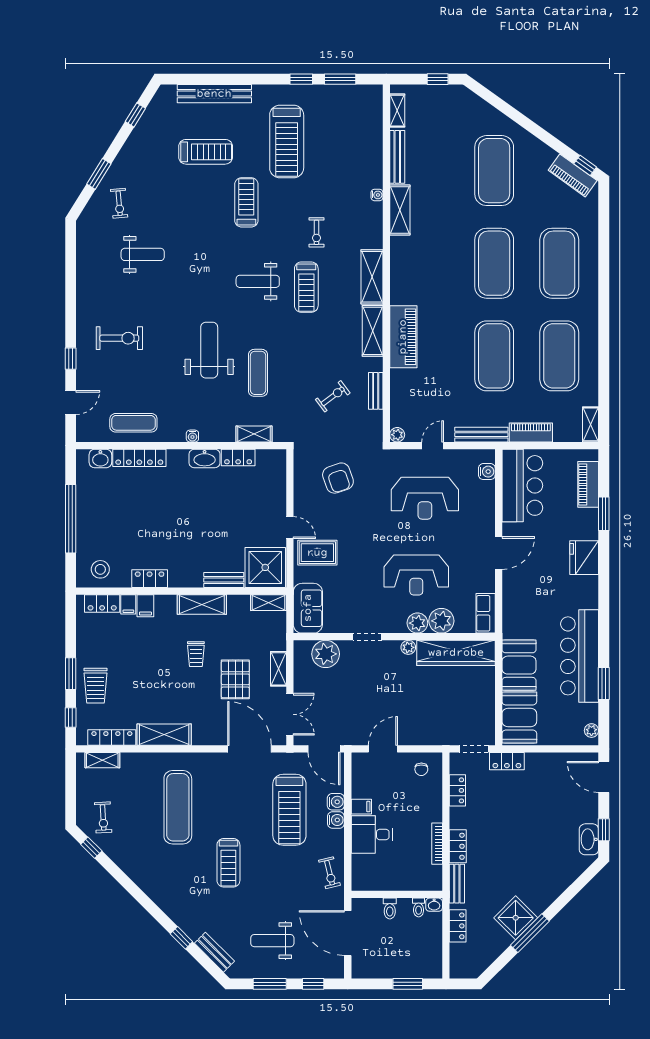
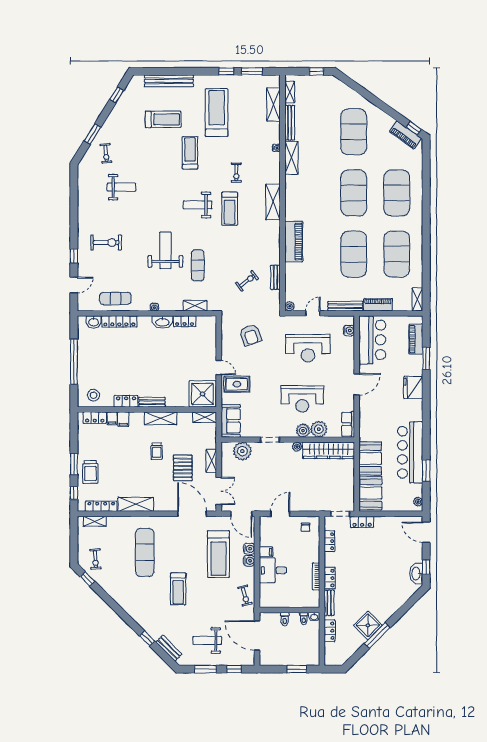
treadmill: (287, 141) -> (217, 113), turned 180
shelving: (373, 331) -> (273, 104), moved
bench: (224, 580) -> (152, 402), moved

